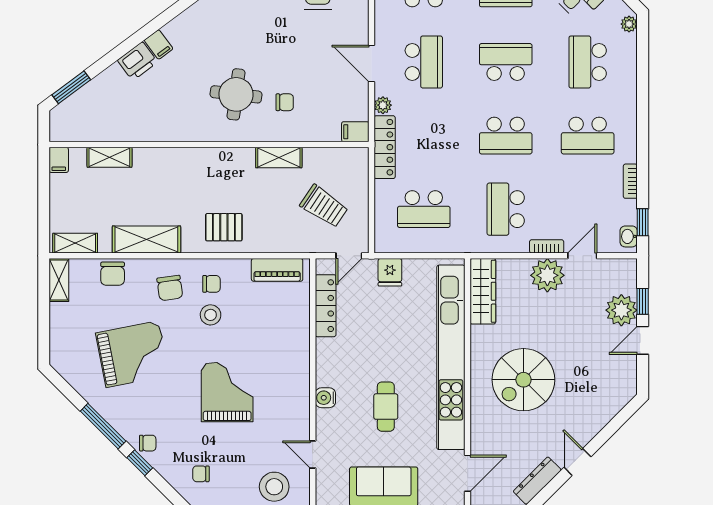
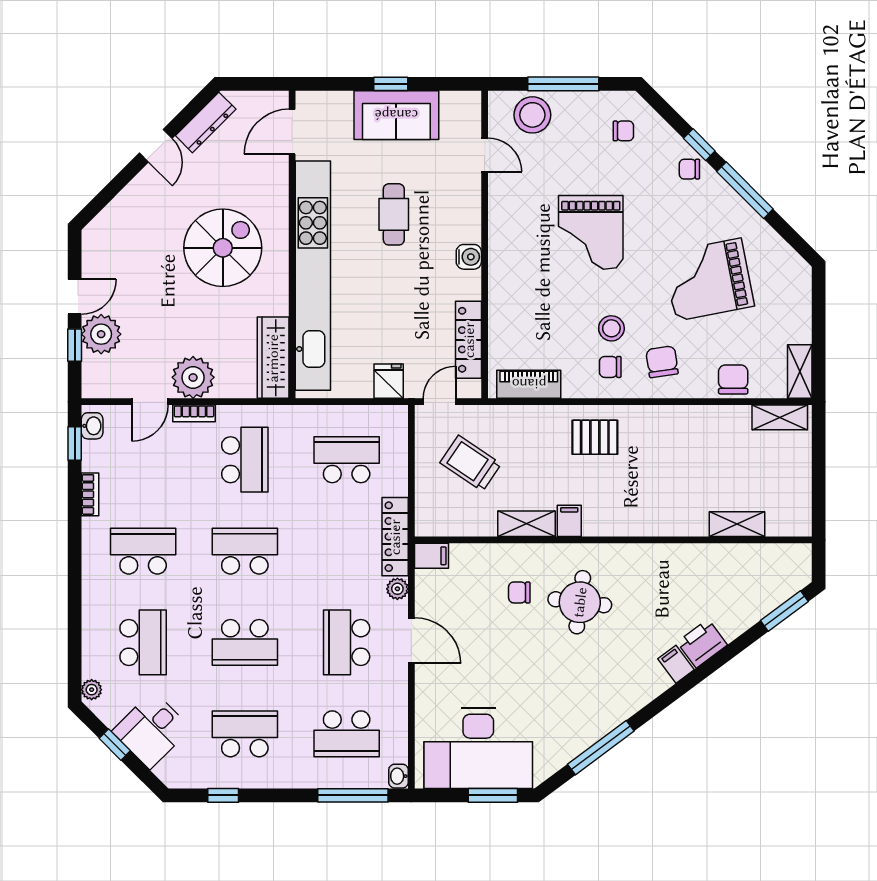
filing cabinet: (59, 160) -> (569, 521), moved
shelving: (146, 239) -> (691, 422), removed
water cooler: (325, 398) -> (469, 257), moved

